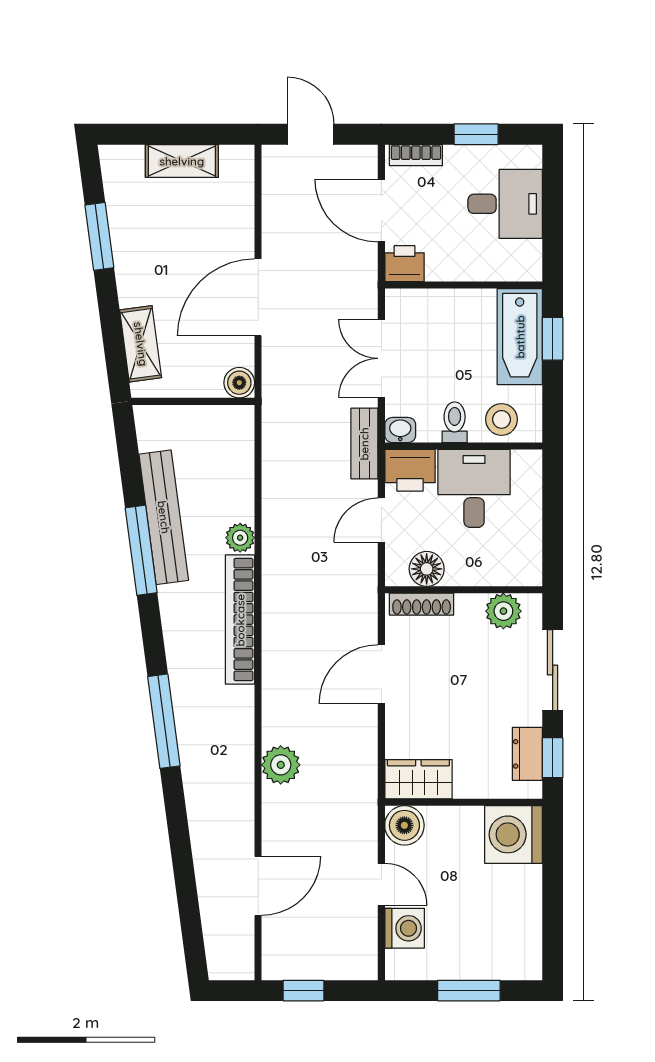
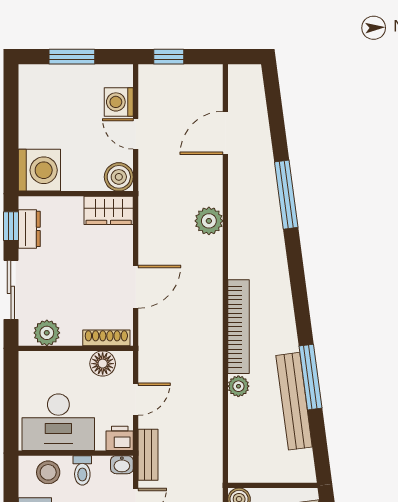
printer: (410, 470) -> (120, 438), width x0.73, depth x0.81
desk: (474, 488) -> (58, 422), width x1.37
window: (164, 721) -> (286, 195), moved
window: (303, 991) -> (169, 57), moved

